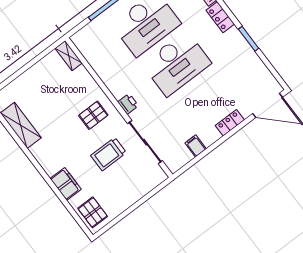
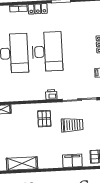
trolley: (108, 154) -> (72, 125), turned -90

